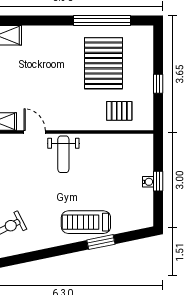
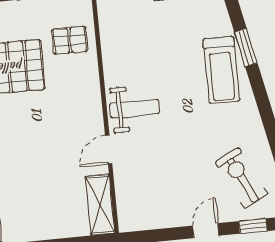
pallet: (119, 111) -> (70, 40), turned 90

